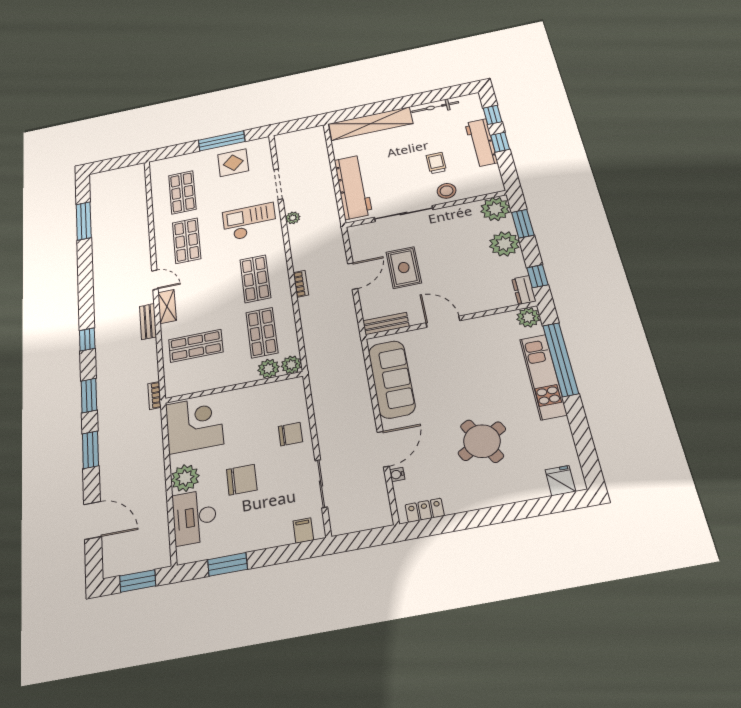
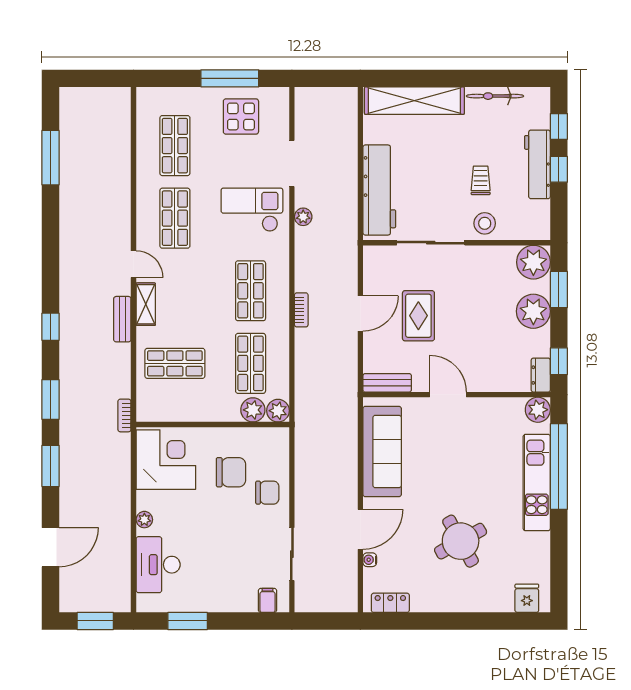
plant: (185, 478) -> (144, 520), width x0.53, depth x0.53
chair: (242, 480) -> (231, 472), moved
door: (93, 520) -> (51, 547), hinge flipped

